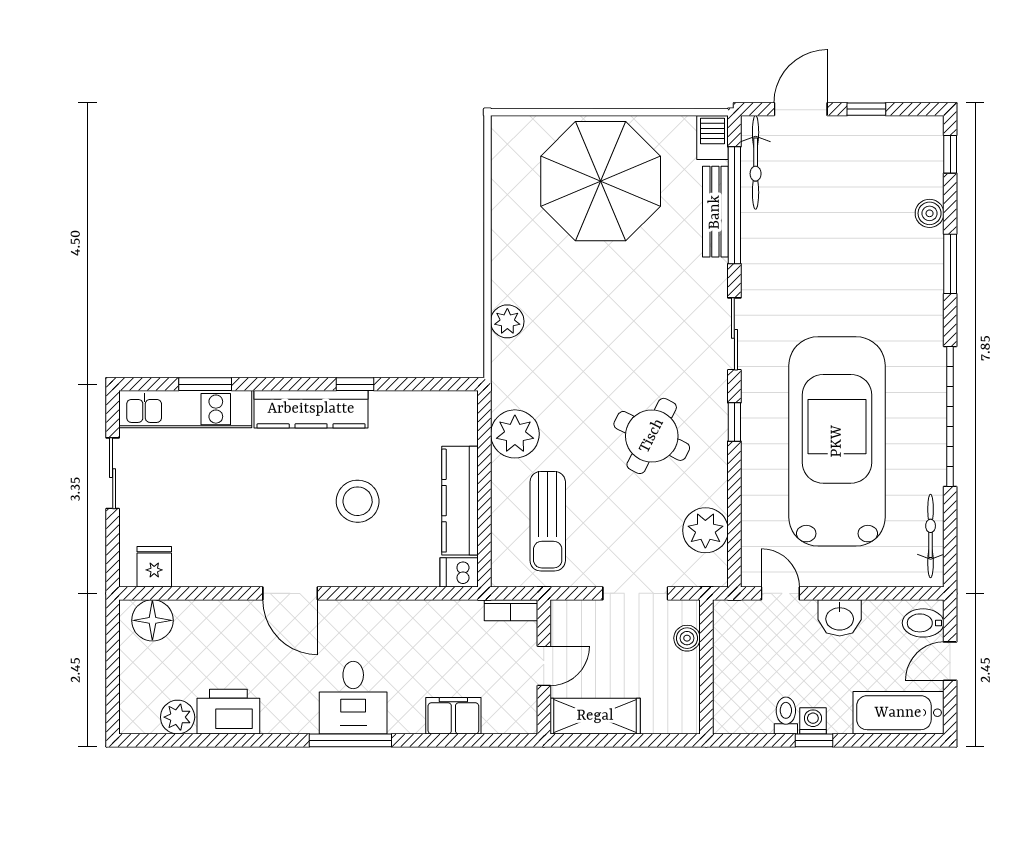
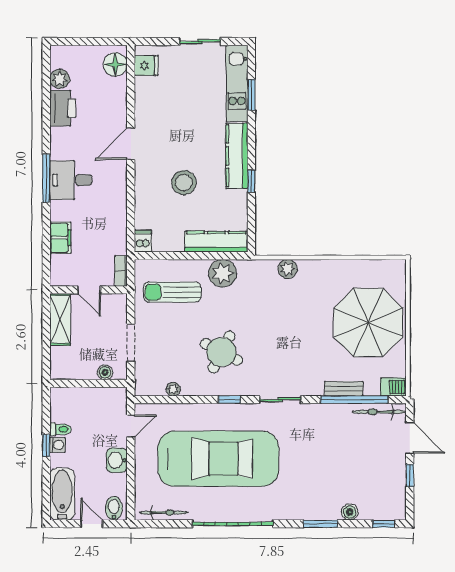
bench: (715, 212) -> (344, 389), width x0.73
kitchen counter: (460, 501) -> (216, 242), moved
plant: (705, 530) -> (173, 389), width x0.53, depth x0.53

